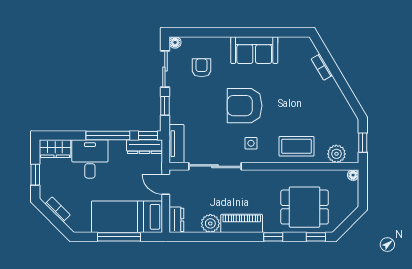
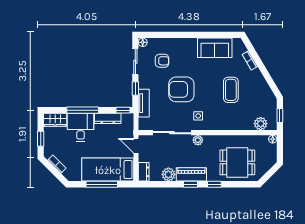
sofa: (254, 50) -> (215, 48), moved
armchair: (202, 68) -> (162, 61), turned 90
armchair: (245, 106) -> (181, 89), moved
window: (108, 135) -> (83, 110), moved
tv unit: (176, 144) -> (144, 103), moved
coffee table: (296, 146) -> (231, 90), moved, turned 90
dresser: (145, 147) -> (108, 118), moved
plant: (251, 176) -> (198, 140), added
window: (316, 237) -> (190, 184), moved

